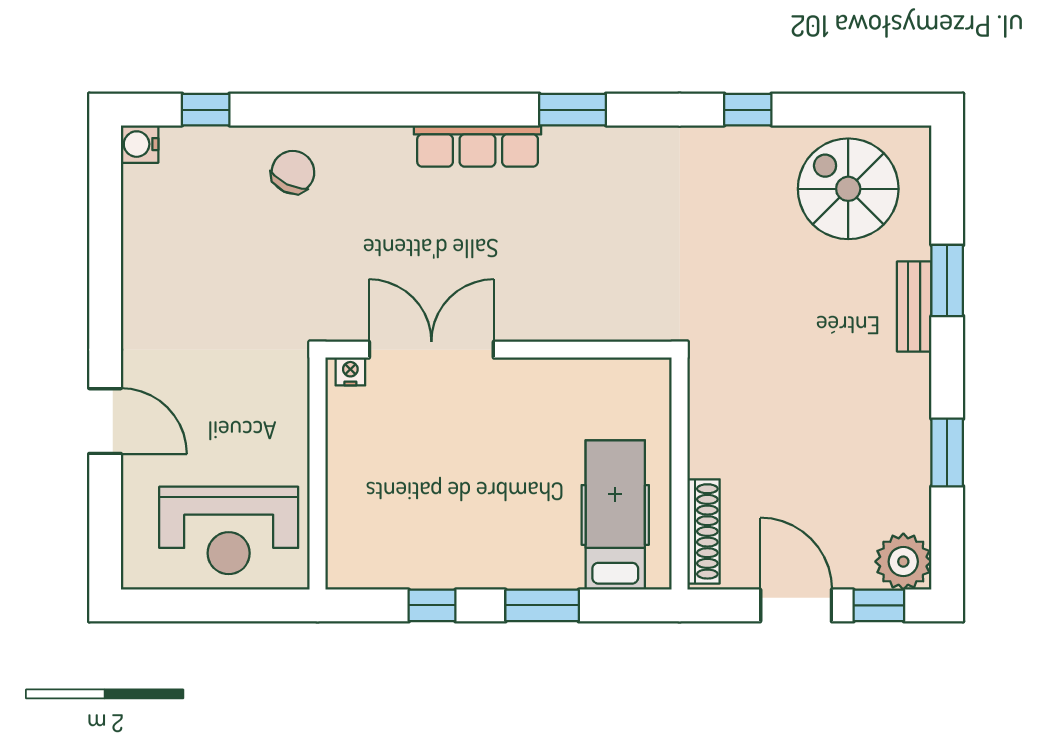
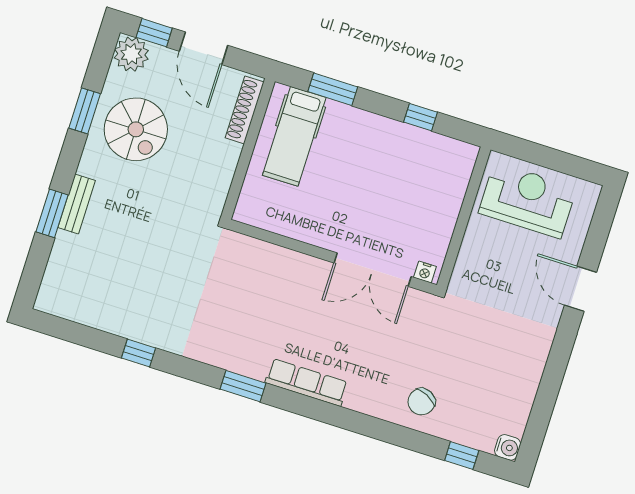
spiral stairs: (848, 189) -> (136, 129), moved
window: (542, 605) -> (333, 89), moved

